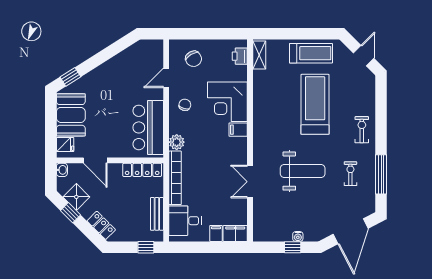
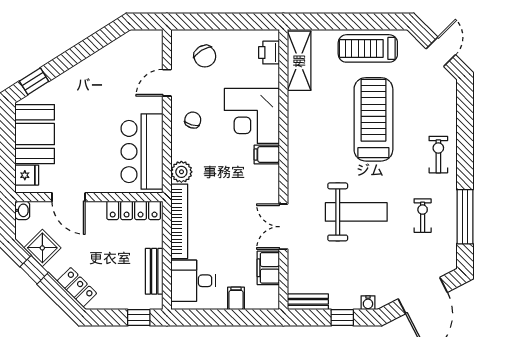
treadmill: (311, 53) -> (368, 48), turned 180
shelving: (259, 55) -> (299, 61), width x1.50, depth x1.33
filing cabinet: (235, 234) -> (268, 268), moved, turned -90
bench: (268, 236) -> (308, 302), added
water cooler: (298, 237) -> (368, 303), moved

